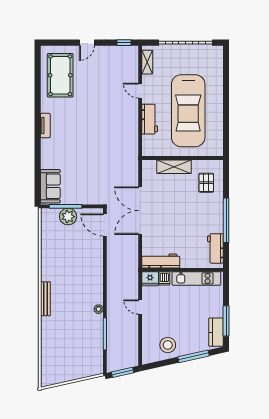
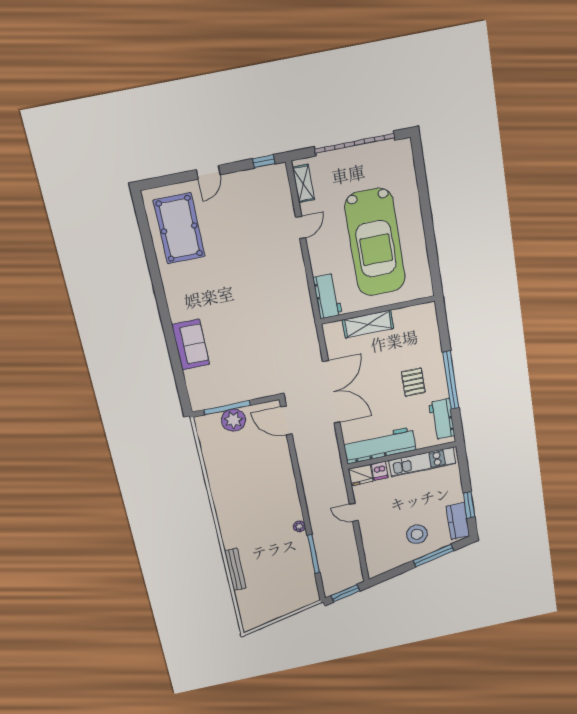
door: (140, 91) -> (301, 227), swing flipped
workbench: (150, 119) -> (328, 296), moved
tv unit: (45, 126) -> (174, 305), removed
pallet: (206, 183) -> (413, 382), moved
sofa: (50, 186) -> (191, 345), moved
double door: (140, 211) -> (331, 392), swing flipped
workbench: (161, 261) -> (380, 445), width x1.36, depth x1.32
bench: (45, 299) -> (235, 569), moved
window: (226, 321) -> (469, 505), width x0.69
stool: (168, 345) -> (417, 534), moved

